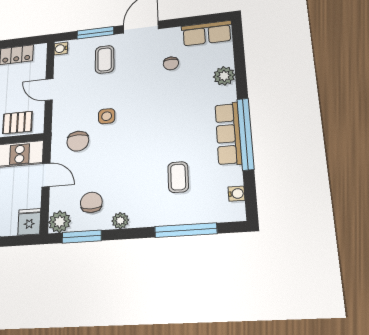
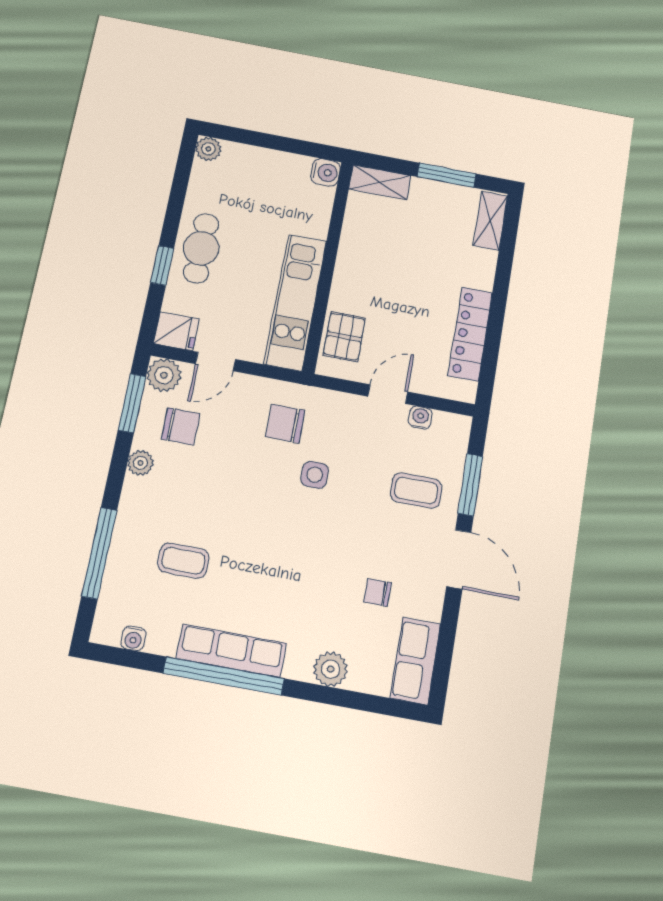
water cooler: (61, 49) -> (420, 418), moved
door: (46, 175) -> (216, 362), moved

